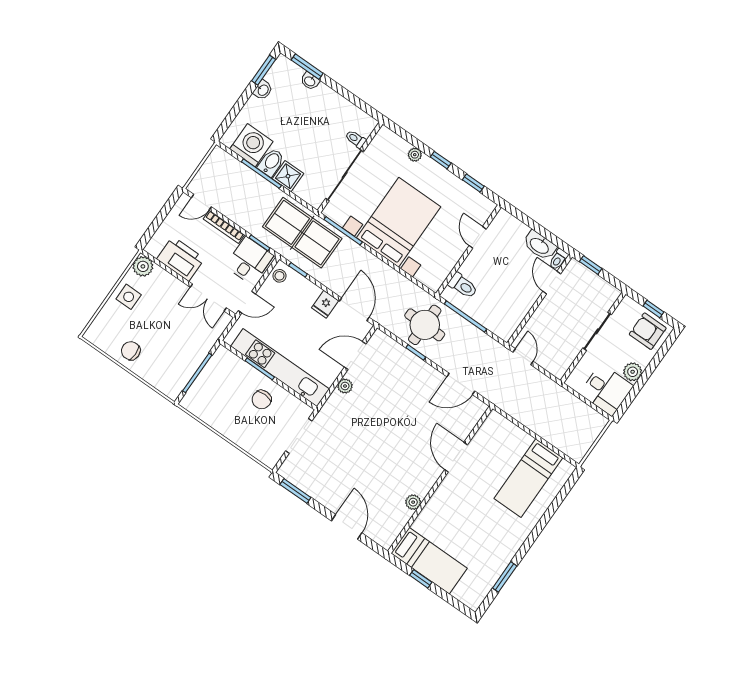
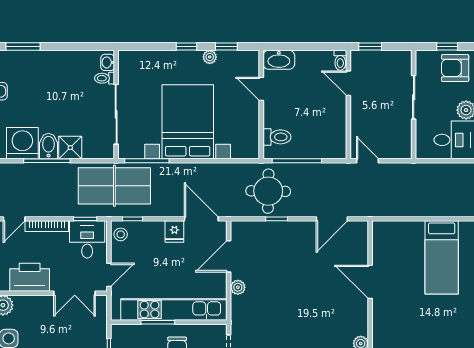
washbasin: (310, 81) -> (108, 62), moved, turned 90
plant: (415, 155) -> (210, 57), moved
washbasin: (540, 245) -> (279, 60), moved

